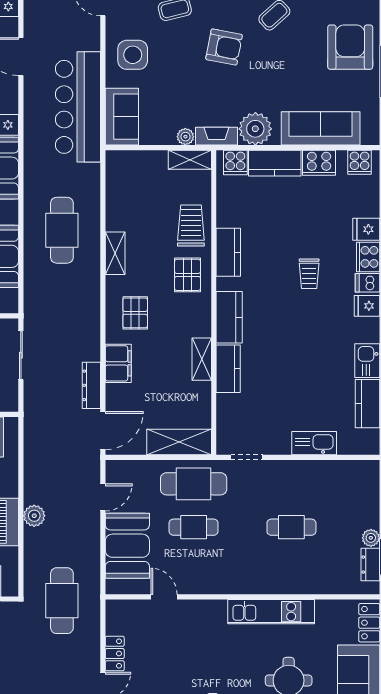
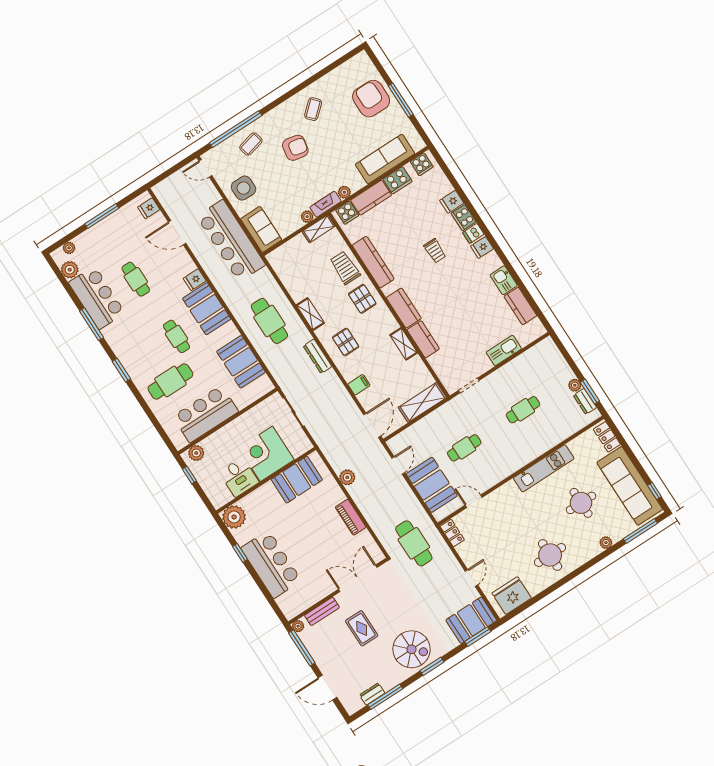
plant: (255, 129) -> (344, 192), width x0.53, depth x0.53
kitchen counter: (228, 252) -> (373, 262), width x1.50
filing cabinet: (118, 363) -> (359, 385), width x0.50
dresser: (91, 385) -> (318, 356), moved
cafe table: (194, 484) -> (447, 422), removed
plant: (34, 516) -> (347, 477), moved
locker: (115, 654) -> (452, 533), moved

